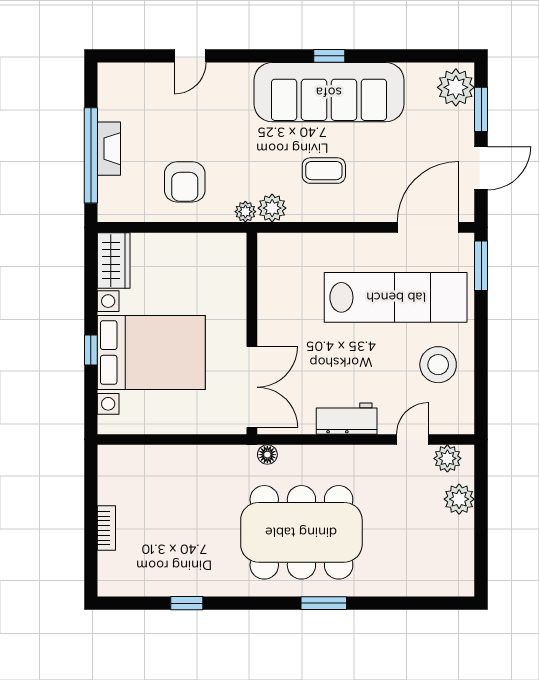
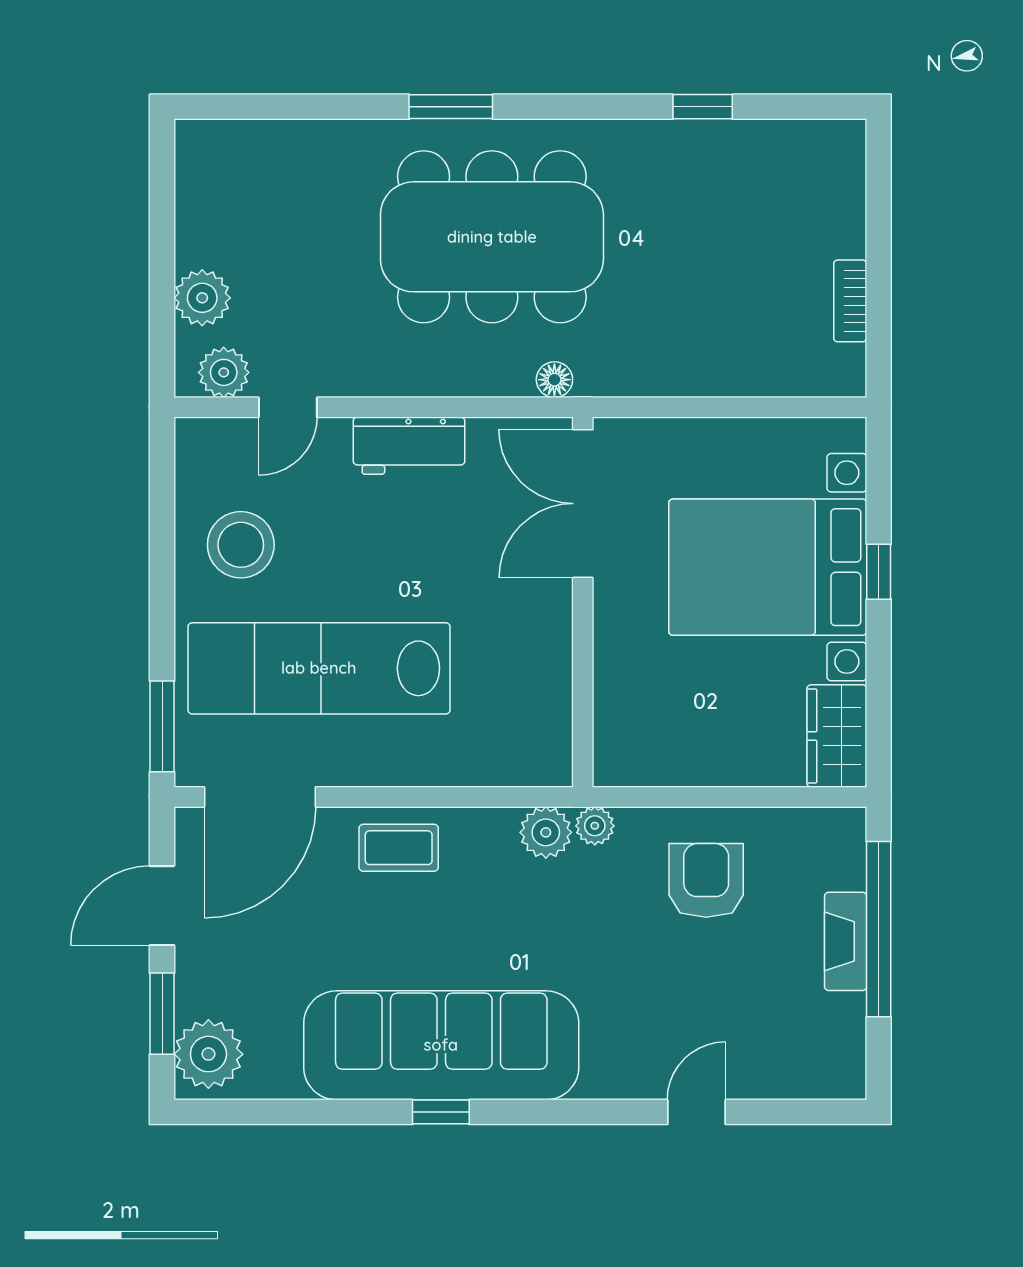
coffee table: (324, 171) -> (399, 848), moved
bookcase: (106, 528) -> (850, 301), moved

